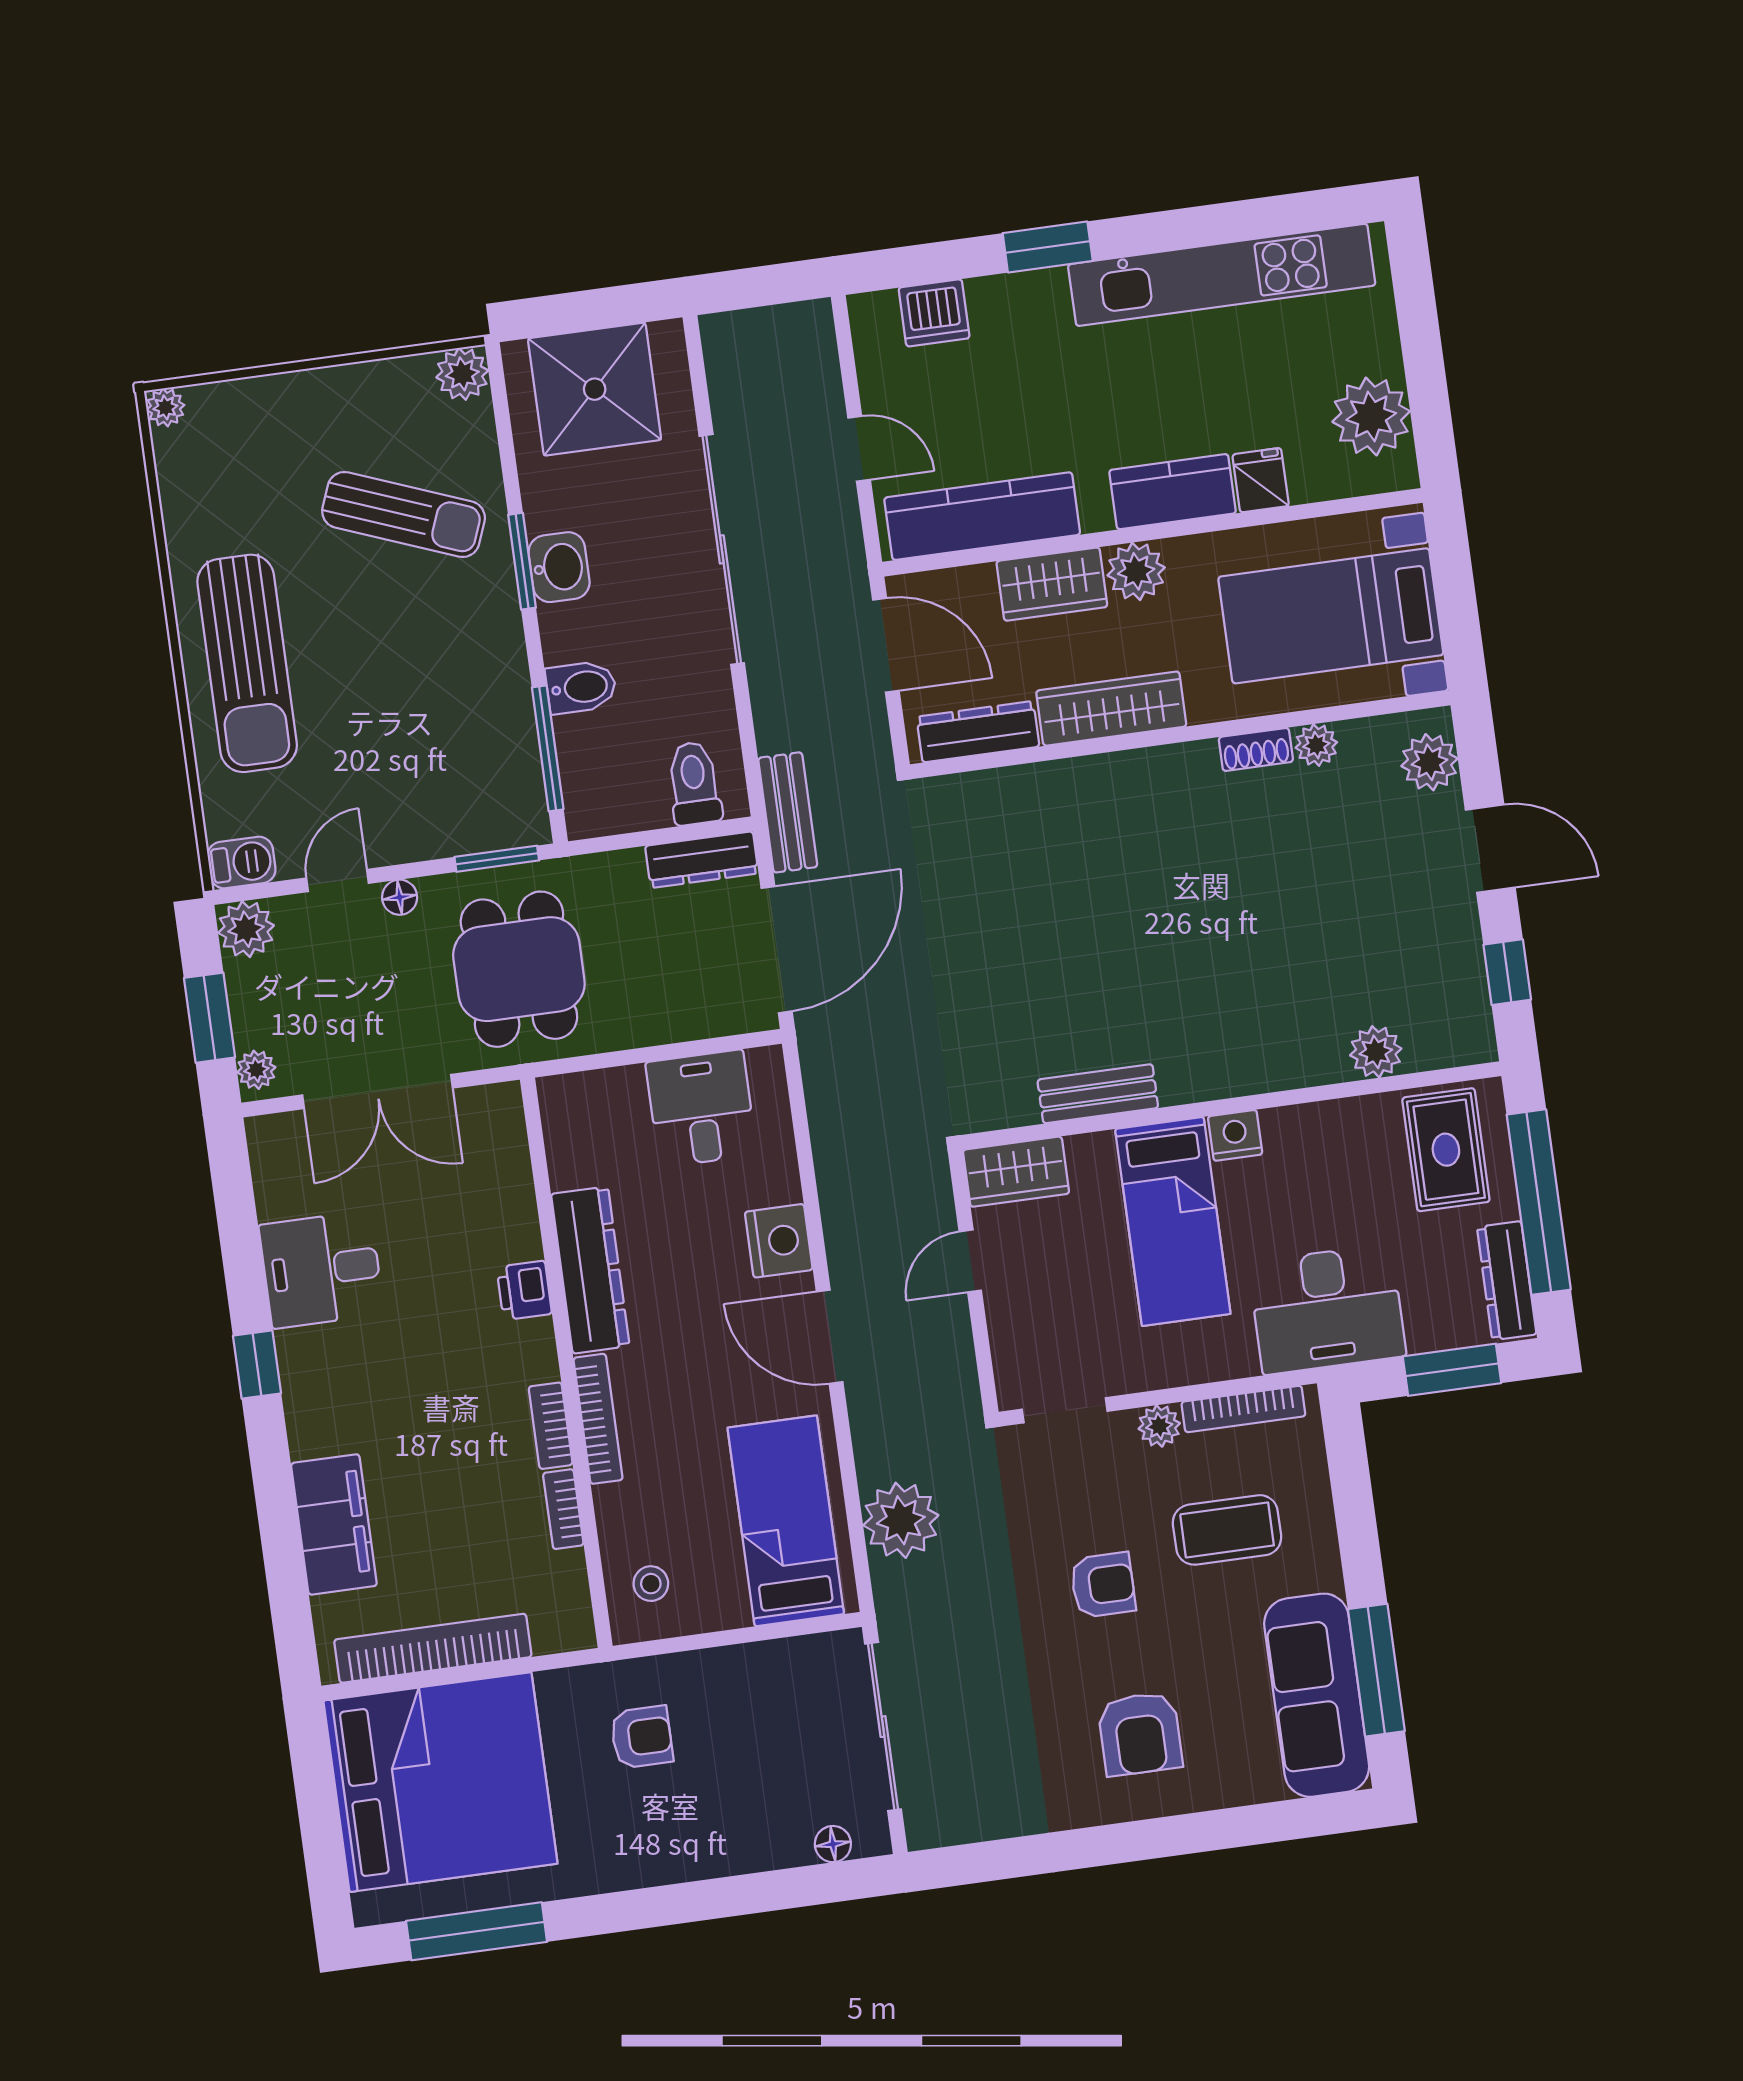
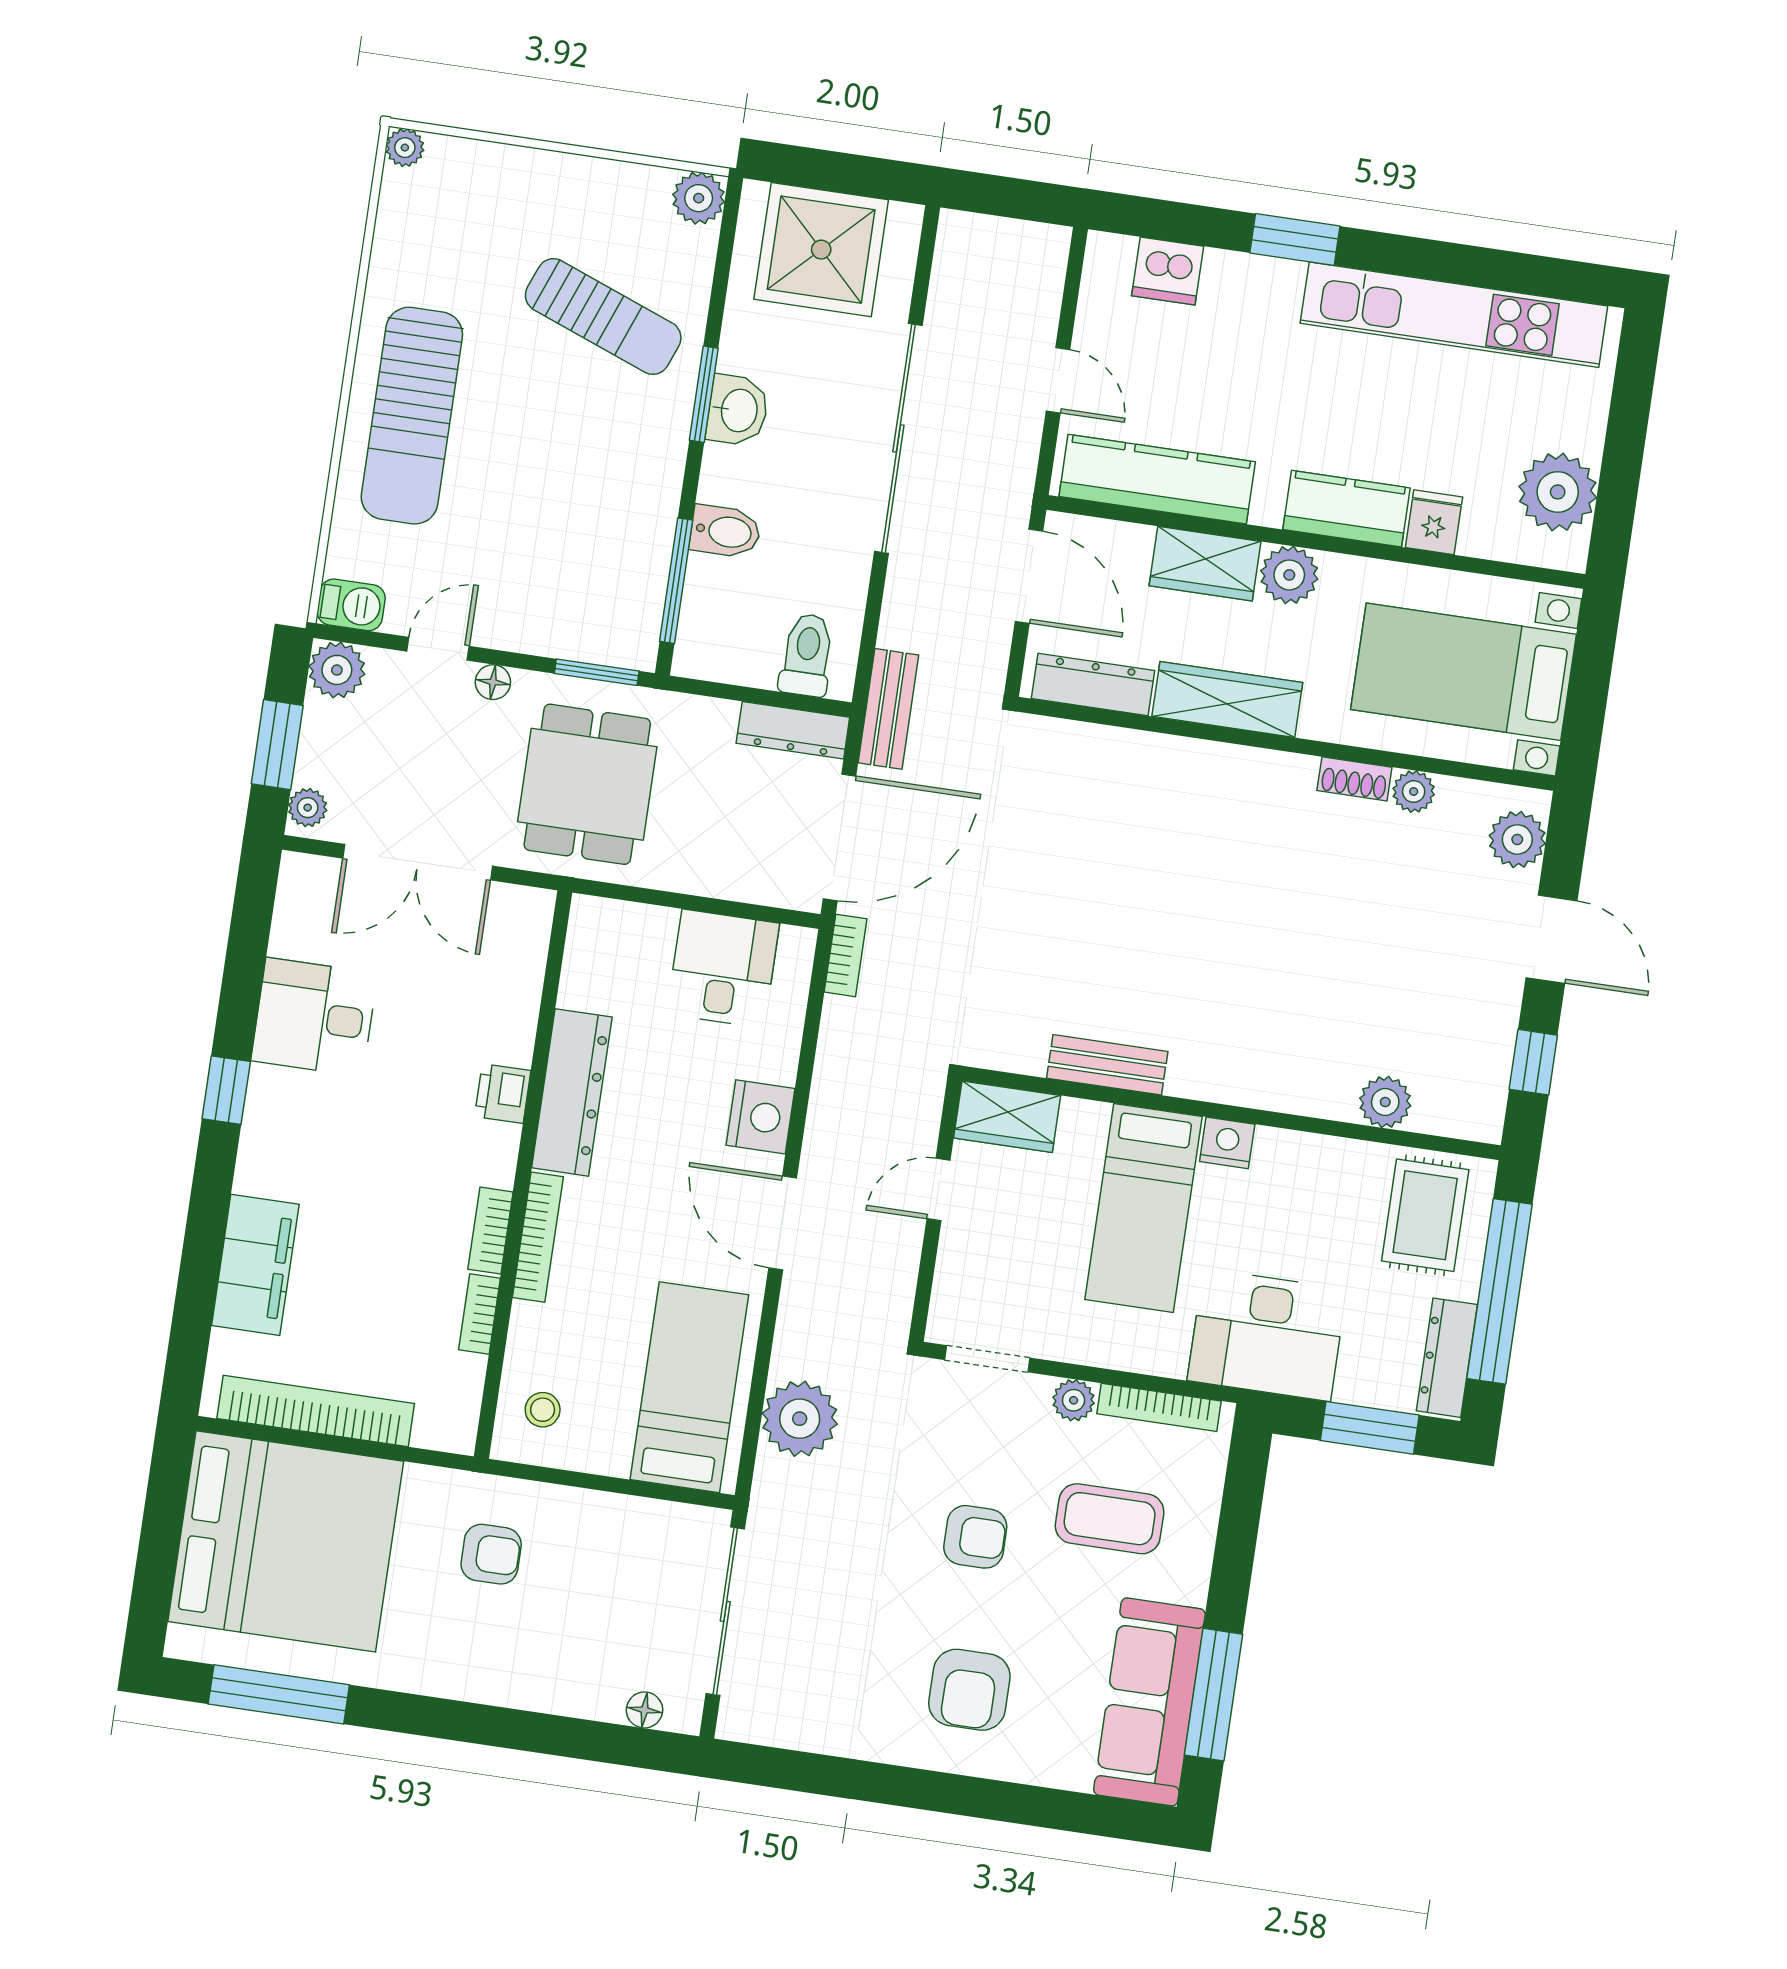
bookcase: (815, 1062) -> (846, 955), added

